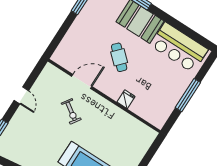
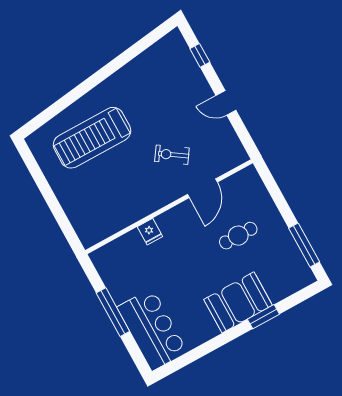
bar counter: (179, 47) -> (152, 330), moved, turned 90
cafe table: (119, 57) -> (238, 236), moved, turned -43

